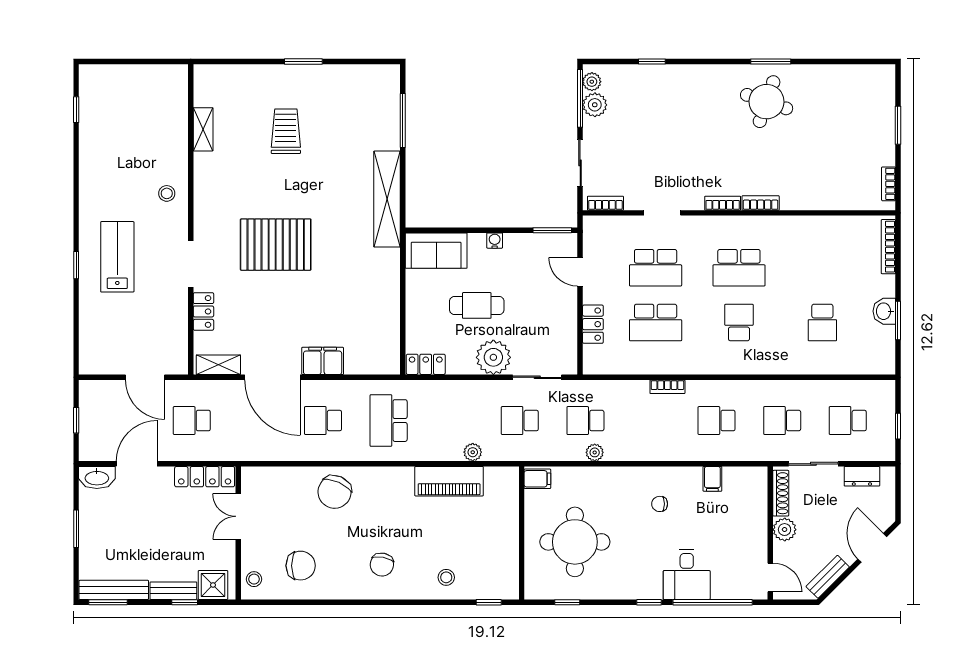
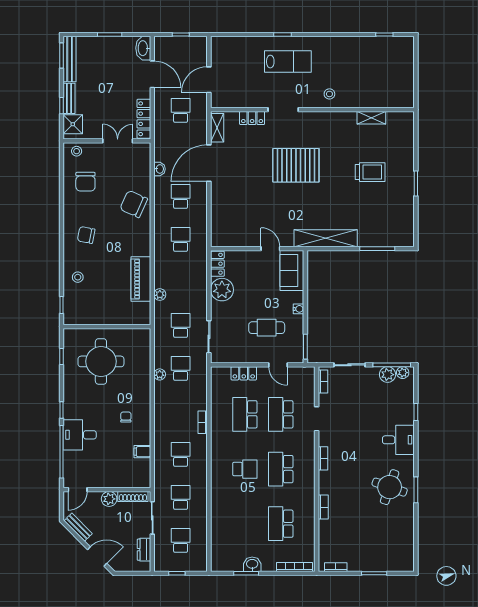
desk: (694, 88) -> (398, 440), added
bookcase: (761, 203) -> (323, 507), moved
pallet: (276, 245) -> (296, 165), turned 90
door: (580, 272) -> (278, 365), swing flipped
door: (403, 284) -> (270, 249), added
cafe table: (477, 305) -> (267, 328), moved, turned 90
school desk: (822, 323) -> (281, 524), moved, width x1.85
plant: (493, 357) -> (222, 290), moved
filing cabinet: (323, 361) -> (220, 196), removed
school desk: (389, 421) -> (181, 239), width x0.54
washbasin: (281, 453) -> (160, 169), added
filing cabinet: (537, 479) -> (142, 337), removed

